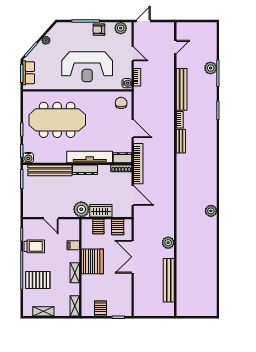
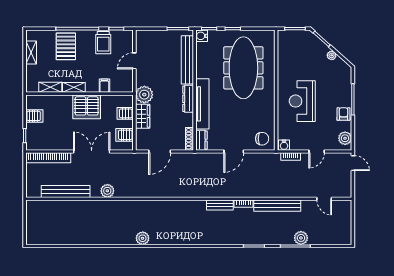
reception desk: (87, 67) -> (302, 101), width x0.74, depth x0.77
row of seats: (29, 73) -> (296, 36), removed
bookcase: (138, 164) -> (48, 158), moved
shelving: (75, 306) -> (50, 87), moved

